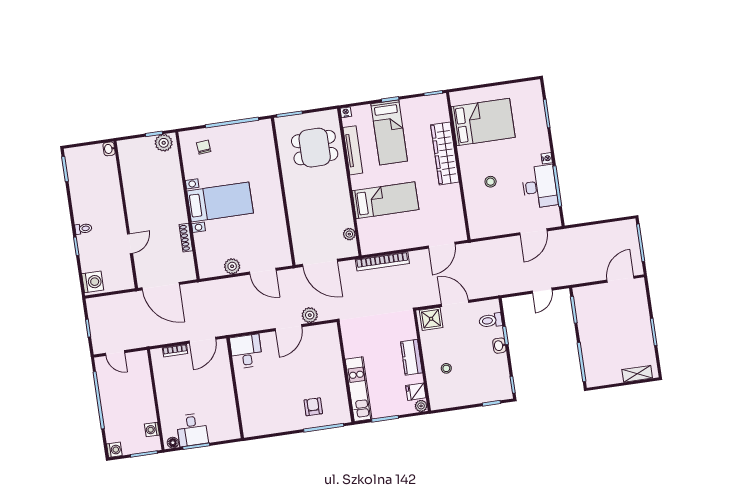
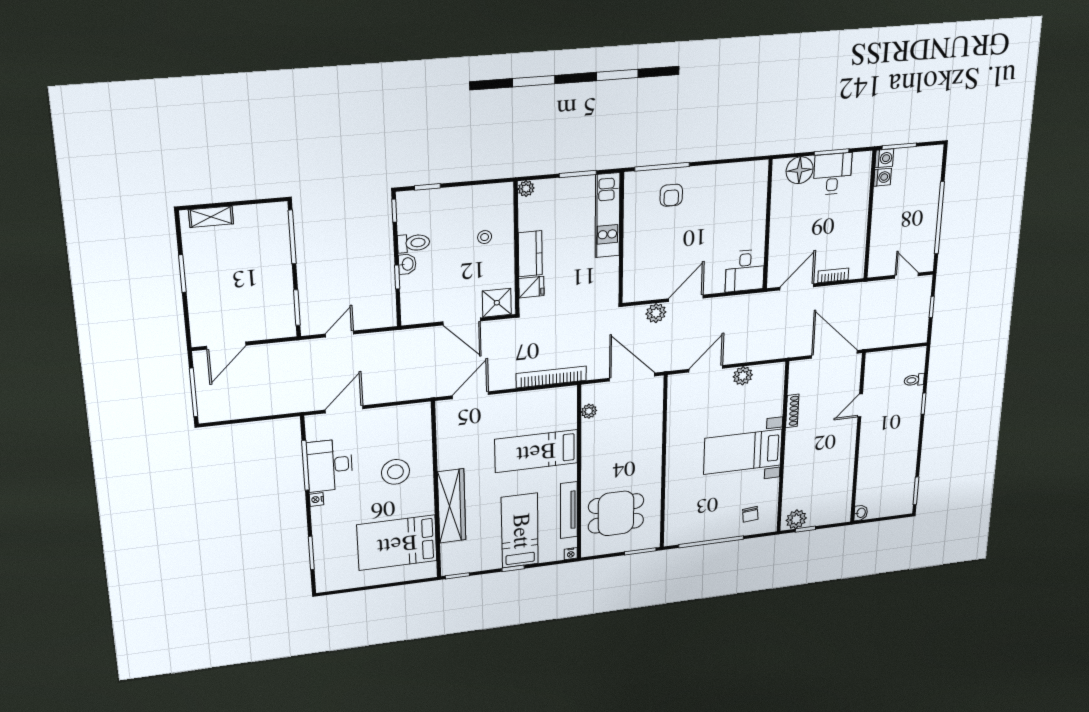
stool: (491, 182) -> (395, 472), width x1.89, depth x1.89
toilet: (83, 229) -> (914, 380), moved
door: (263, 271) -> (706, 369), hinge flipped
washing machine: (93, 282) -> (914, 362), removed
toilet: (491, 320) -> (414, 243), moved
fridge: (416, 392) -> (531, 287), moved
floor lamp: (173, 443) -> (800, 170), moved, width x1.89, depth x1.89
washing machine: (114, 450) -> (884, 158), moved, turned 180

